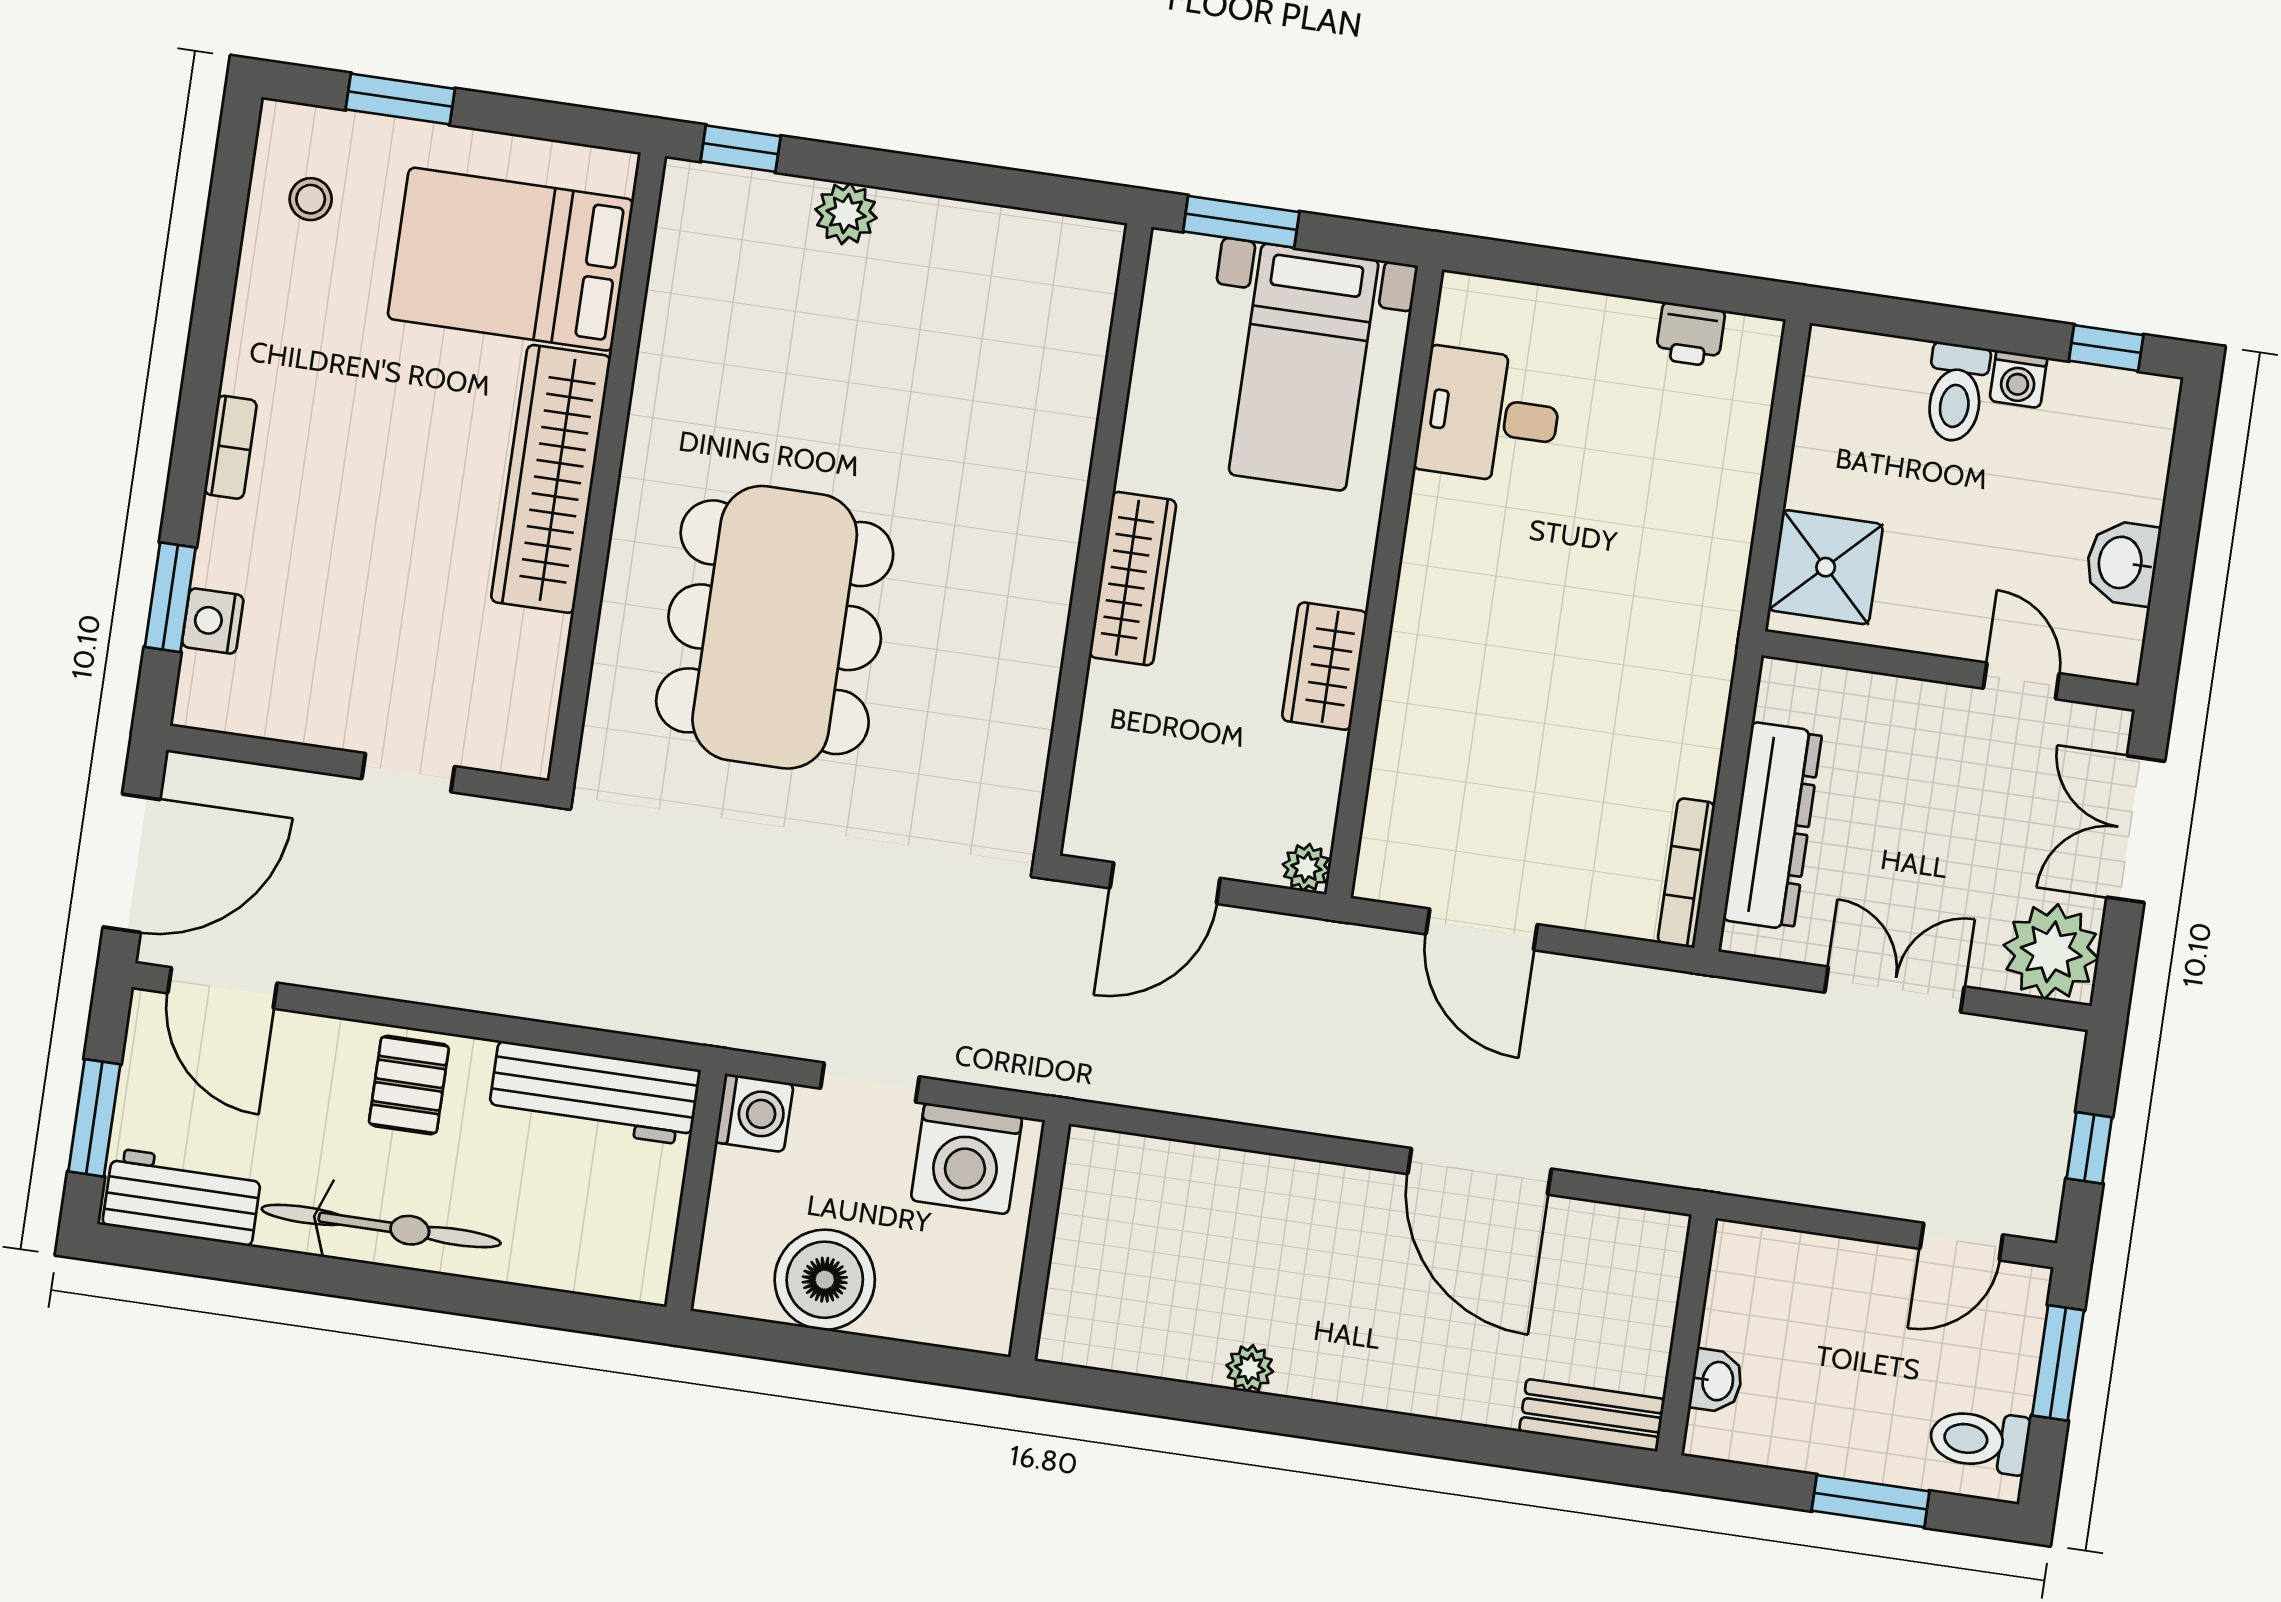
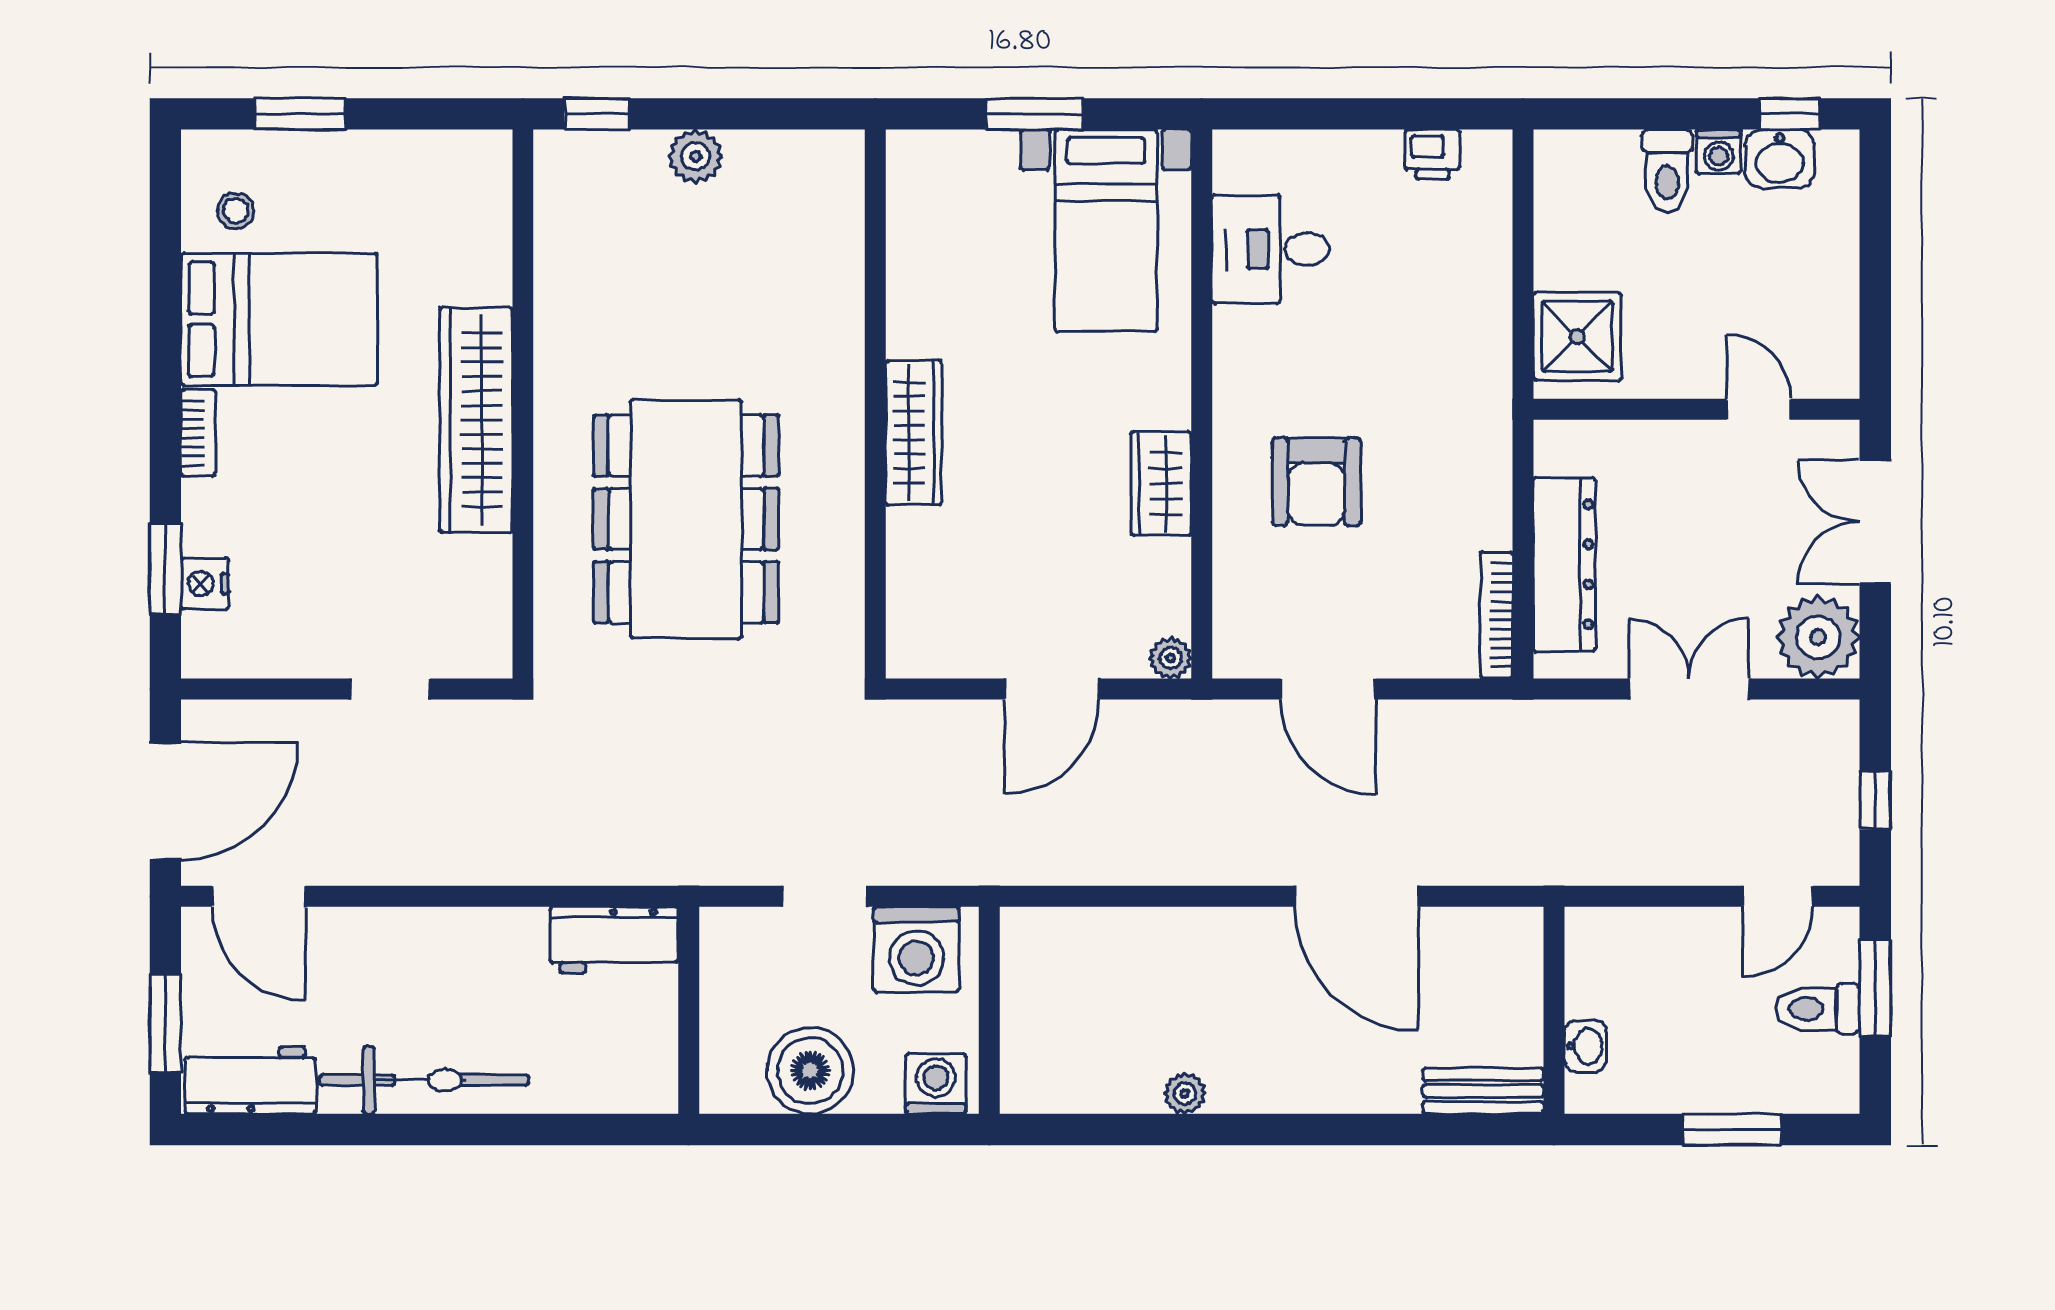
bed: (511, 259) -> (279, 319), moved, turned 180
wall: (1094, 539) -> (875, 404), moved
washbasin: (2122, 563) -> (1780, 159), moved, turned -90
wardrobe: (1133, 579) -> (914, 433), moved
armchair: (1503, 690) -> (1316, 482), added
pallet: (409, 1085) -> (430, 956), removed
workbench: (594, 1093) -> (614, 940), width x0.73
washing machine: (754, 1113) -> (936, 1084), moved, turned -90
toilet: (1979, 1440) -> (1818, 1009), moved

